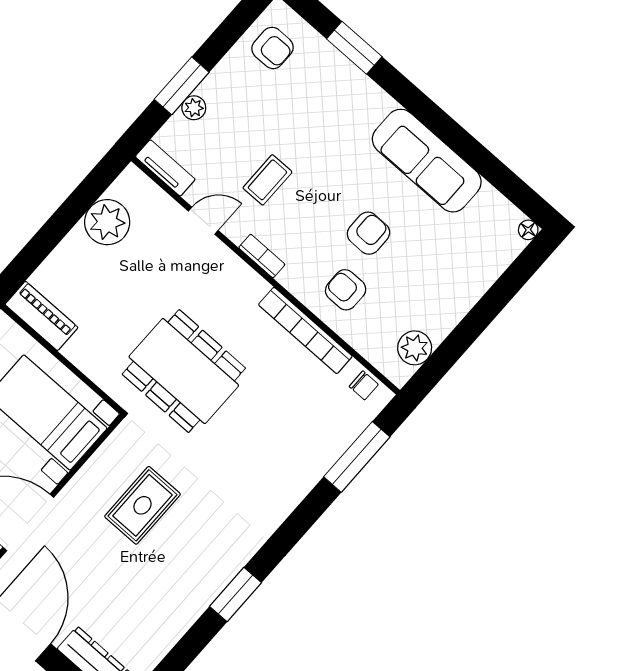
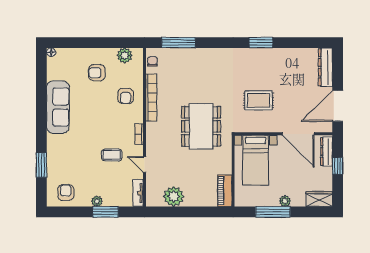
plant: (194, 108) -> (97, 201), moved
armchair: (368, 233) -> (97, 73), moved

